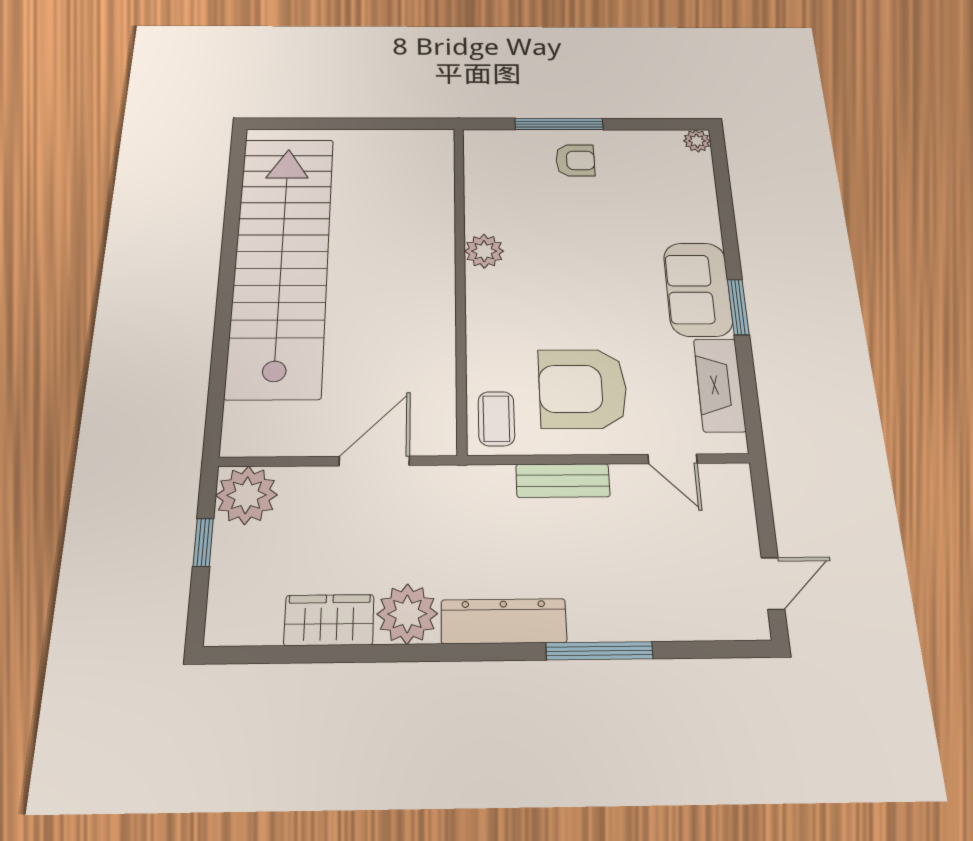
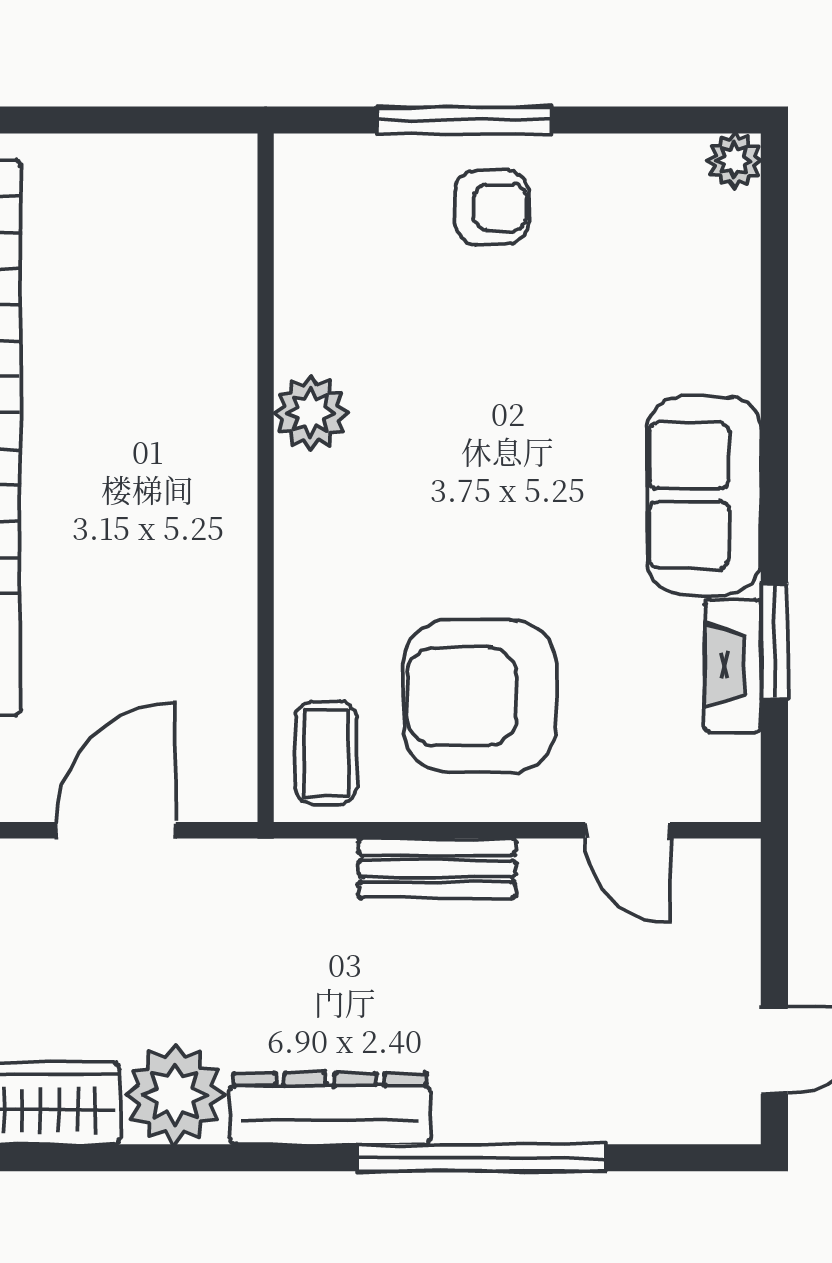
window: (738, 307) -> (774, 641), moved
fireplace: (719, 385) -> (733, 666), width x0.73, depth x0.76
window: (599, 651) -> (482, 1158), width x1.46

